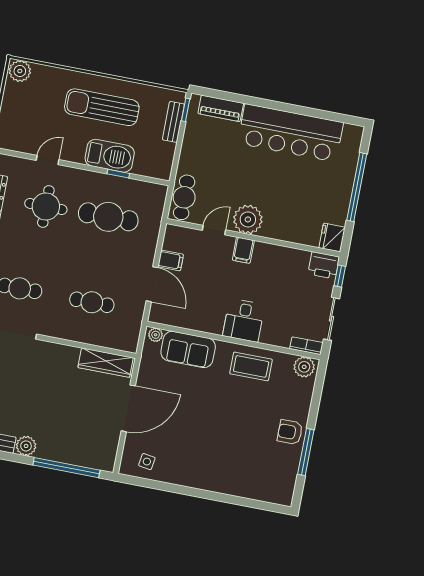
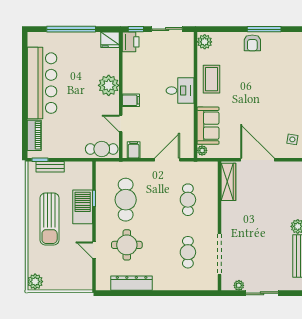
plant: (248, 219) -> (109, 85), moved
filing cabinet: (171, 260) -> (134, 150), moved
bookcase: (306, 346) -> (189, 43), removed

